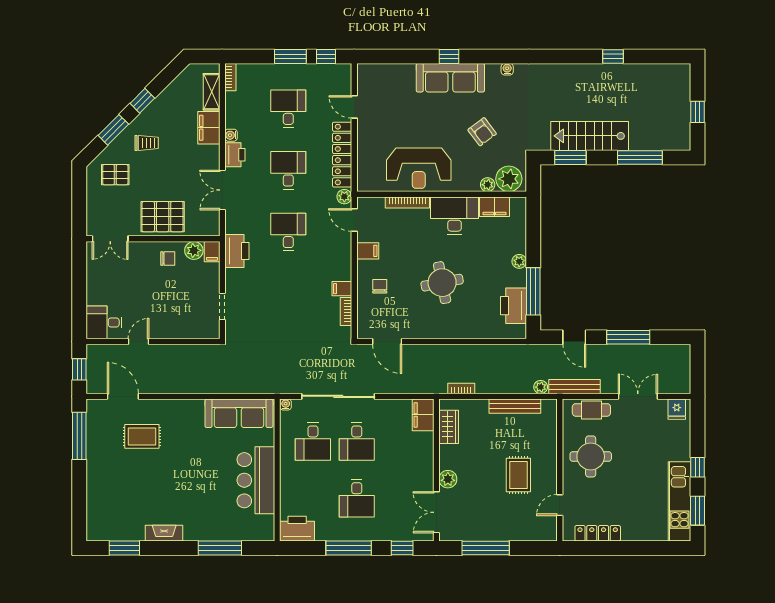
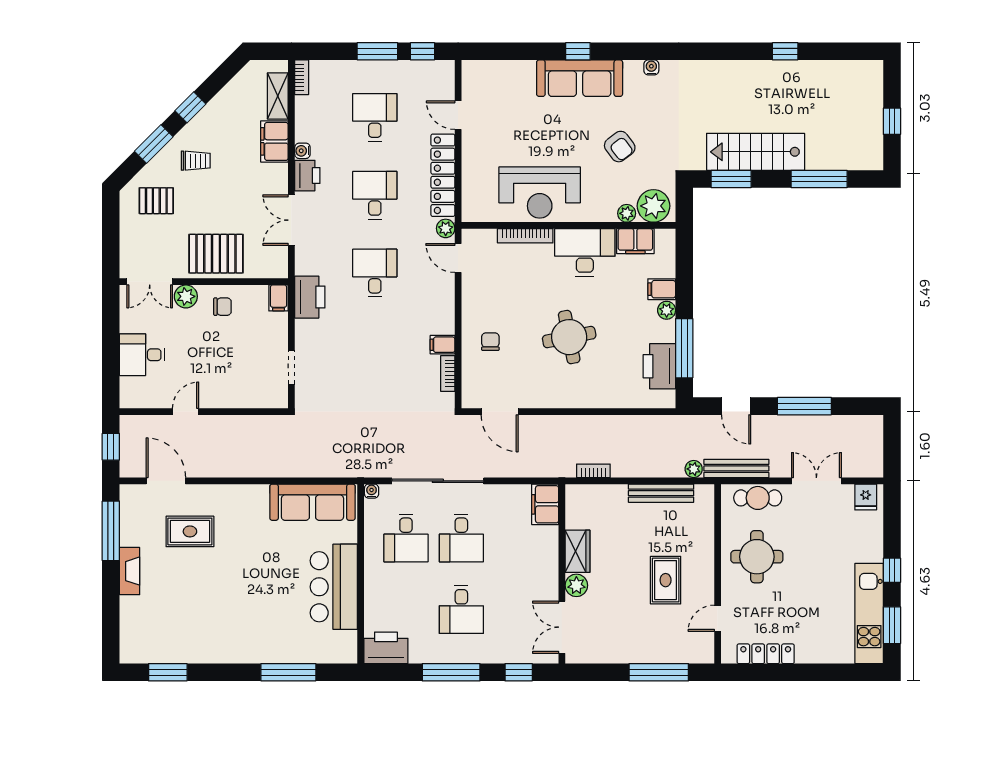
plant: (194, 250) -> (186, 296), moved
filing cabinet: (368, 251) -> (662, 289), moved, turned 180
desk: (104, 322) -> (142, 355), moved
wardrobe: (449, 427) -> (577, 551), moved
fireplace: (164, 533) -> (130, 571), moved, turned 90
window: (486, 548) -> (659, 672), moved

